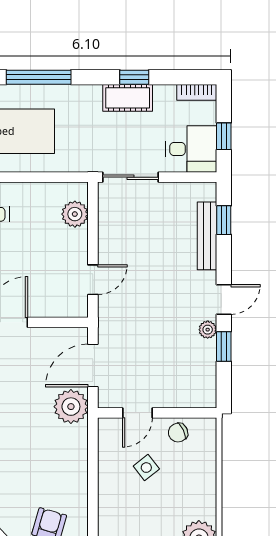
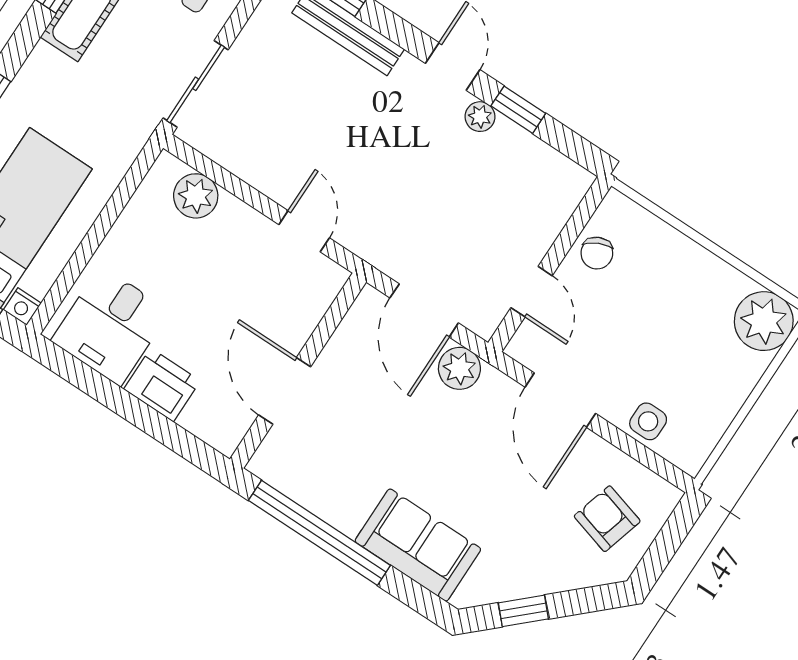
plant: (71, 407) -> (459, 368), width x0.73, depth x0.73
door: (93, 463) -> (560, 400), added
side table: (146, 468) -> (648, 421), moved, turned 38

